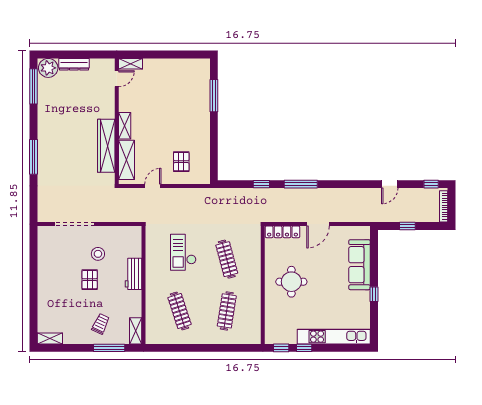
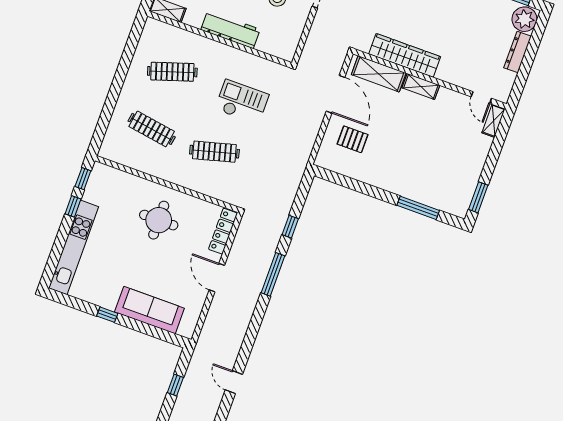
window: (190, 54) -> (478, 197), added
door: (153, 186) -> (335, 94), width x1.87
workbench: (133, 274) -> (230, 30), width x1.37

